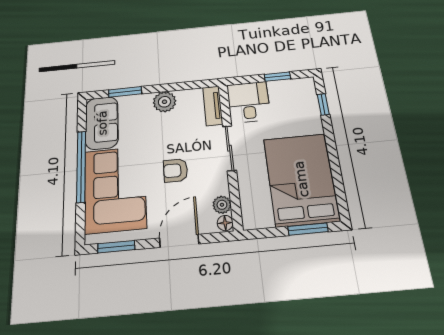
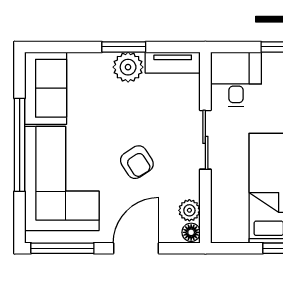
window: (125, 92) -> (124, 47), moved
tv unit: (213, 106) -> (173, 63), moved, turned -90
armchair: (176, 170) -> (137, 162), turned -123
window: (116, 247) -> (62, 248), width x1.44

